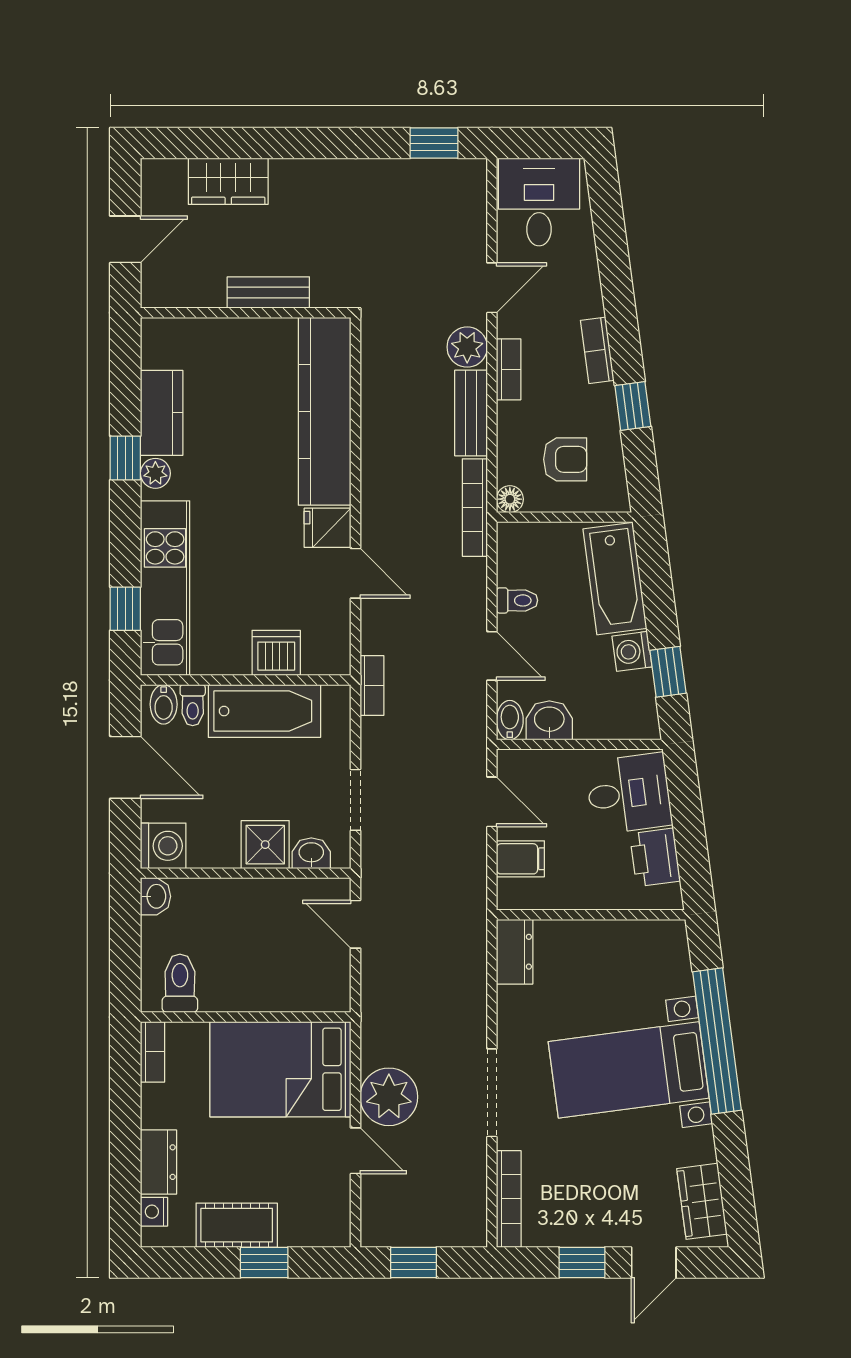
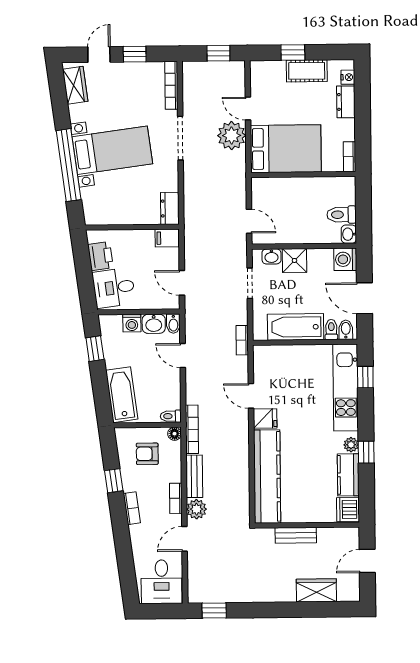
toilet: (517, 600) -> (171, 416), moved
washing machine: (632, 651) -> (132, 323), moved, turned 98
dishwasher: (276, 653) -> (348, 509), moved, turned 90
filing cabinet: (520, 859) -> (167, 238), moved
toilet: (180, 983) -> (342, 215), moved, turned 90

